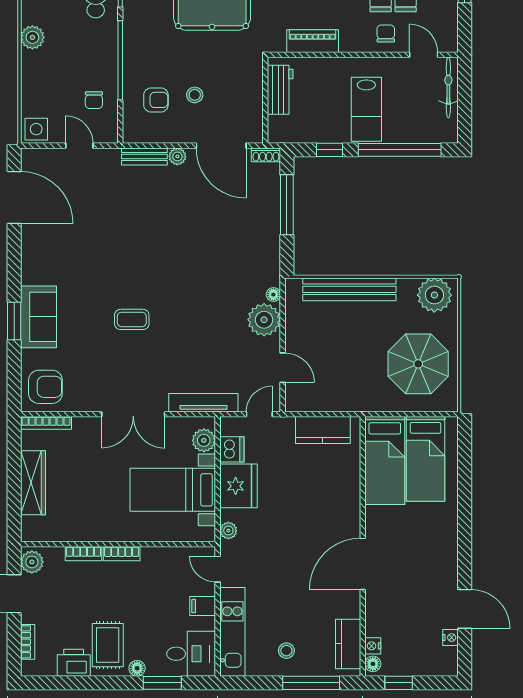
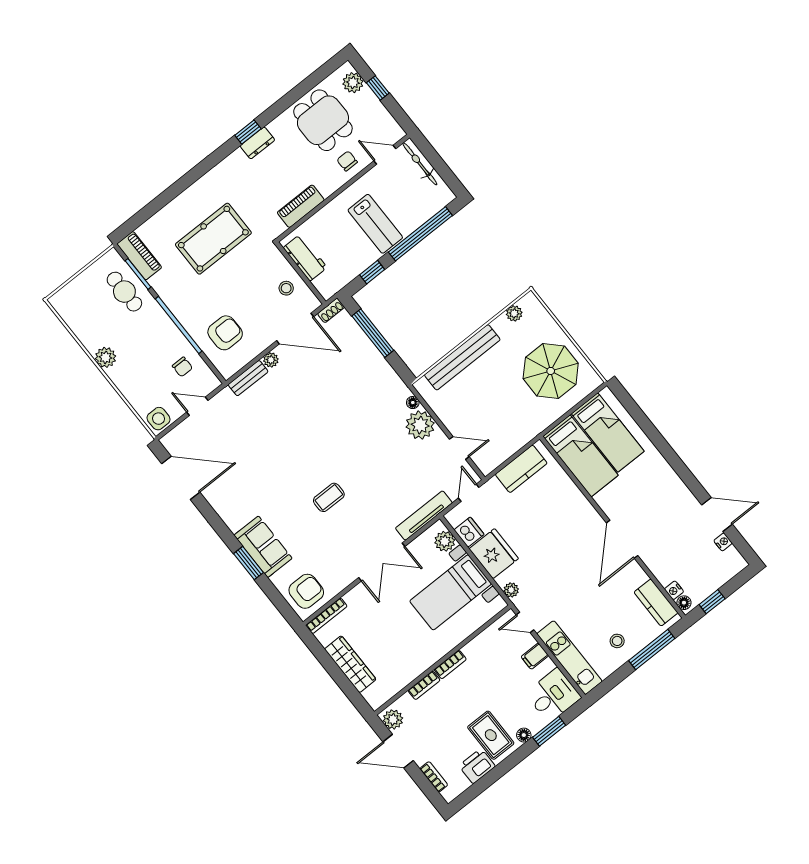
stool: (195, 95) -> (286, 288), moved
armchair: (156, 100) -> (225, 333), width x1.38, depth x1.38
plant: (434, 295) -> (514, 313), width x0.53, depth x0.53

